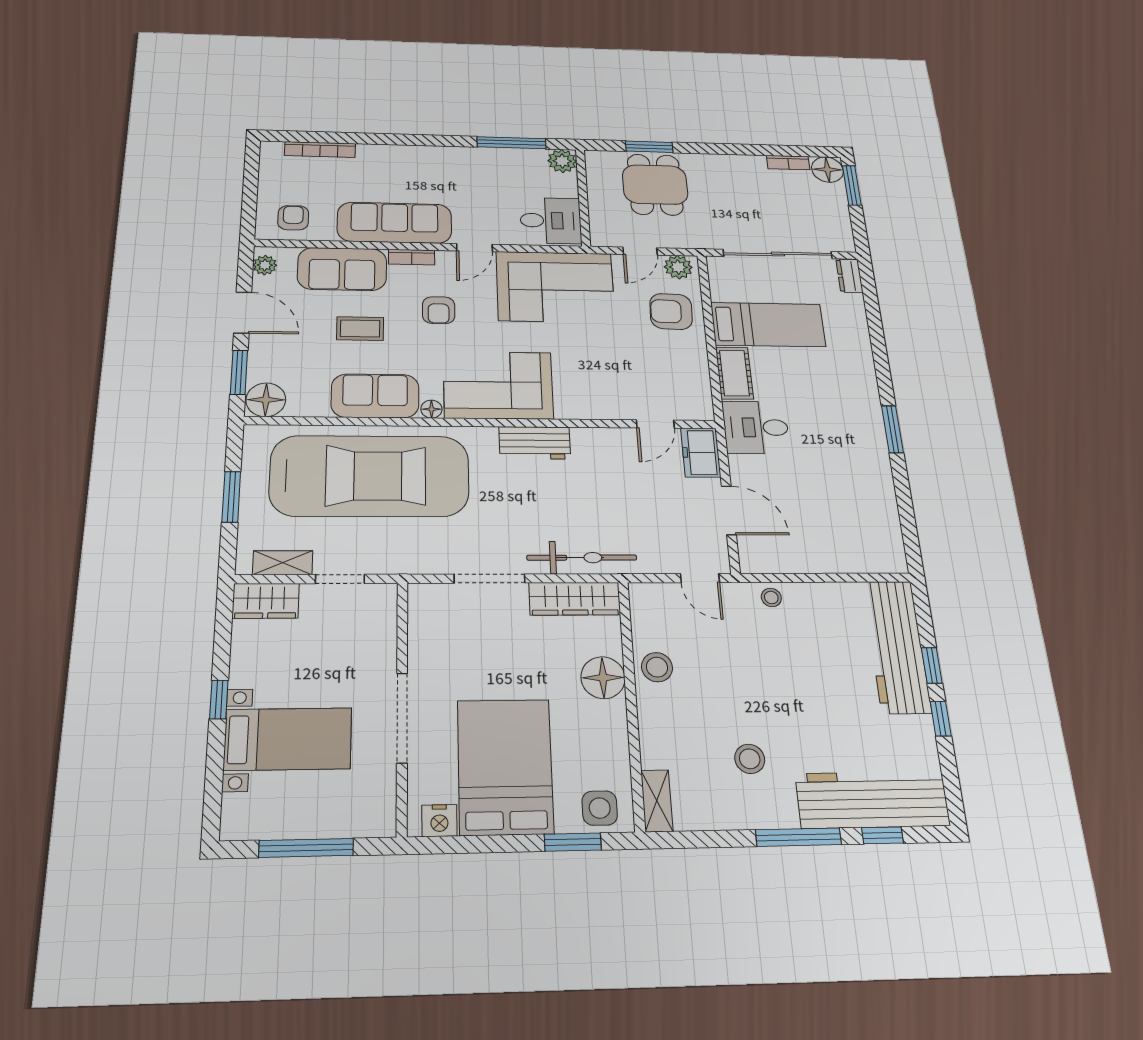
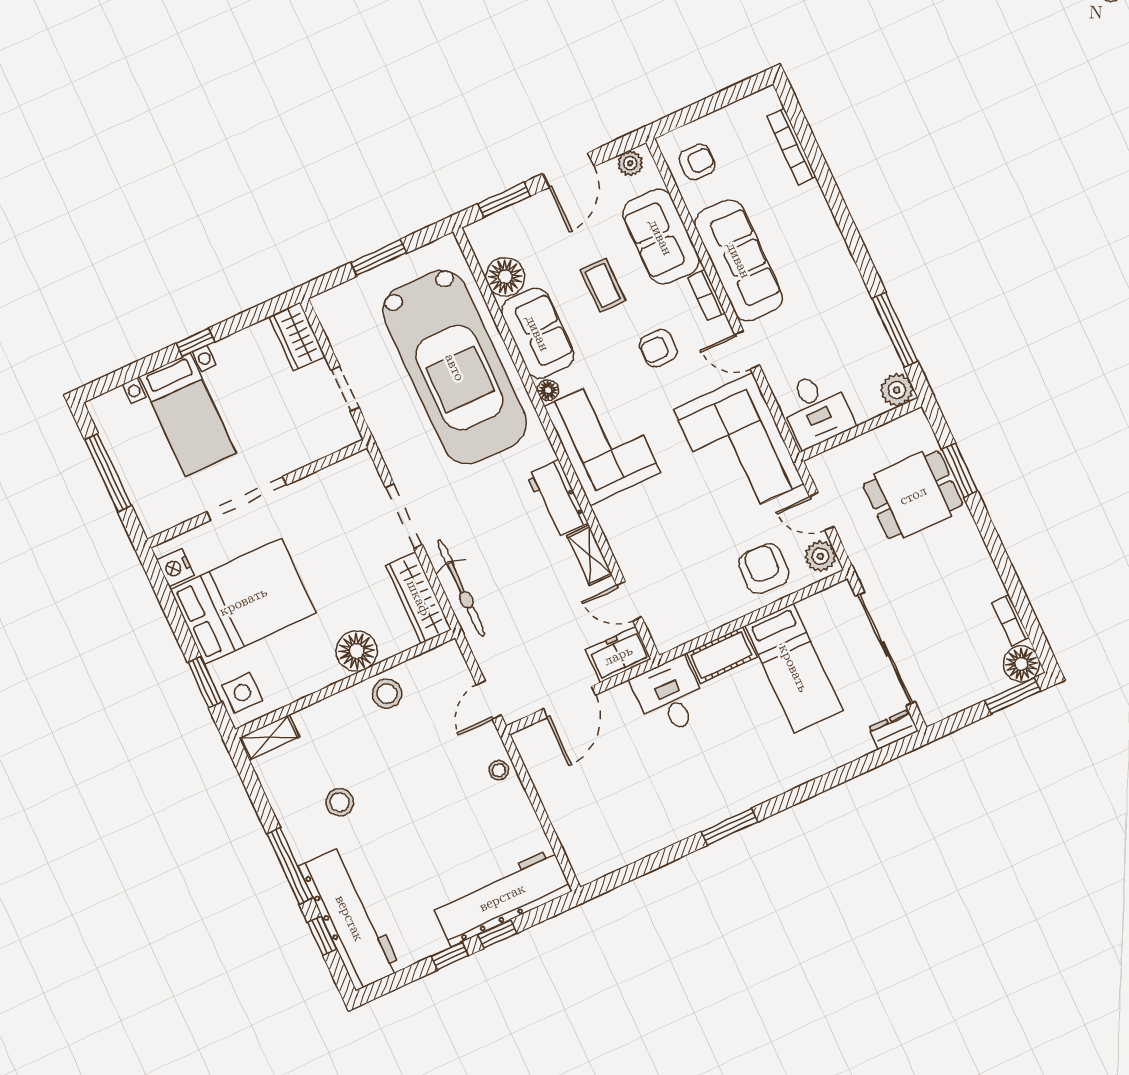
floor lamp: (266, 400) -> (505, 277), moved
shelving: (283, 563) -> (589, 555), moved

